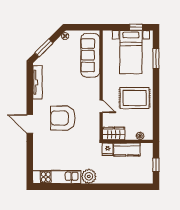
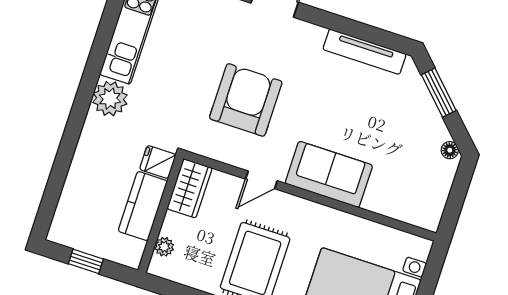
sofa: (90, 55) -> (329, 174), moved, width x0.73
armchair: (63, 118) -> (246, 100), moved

